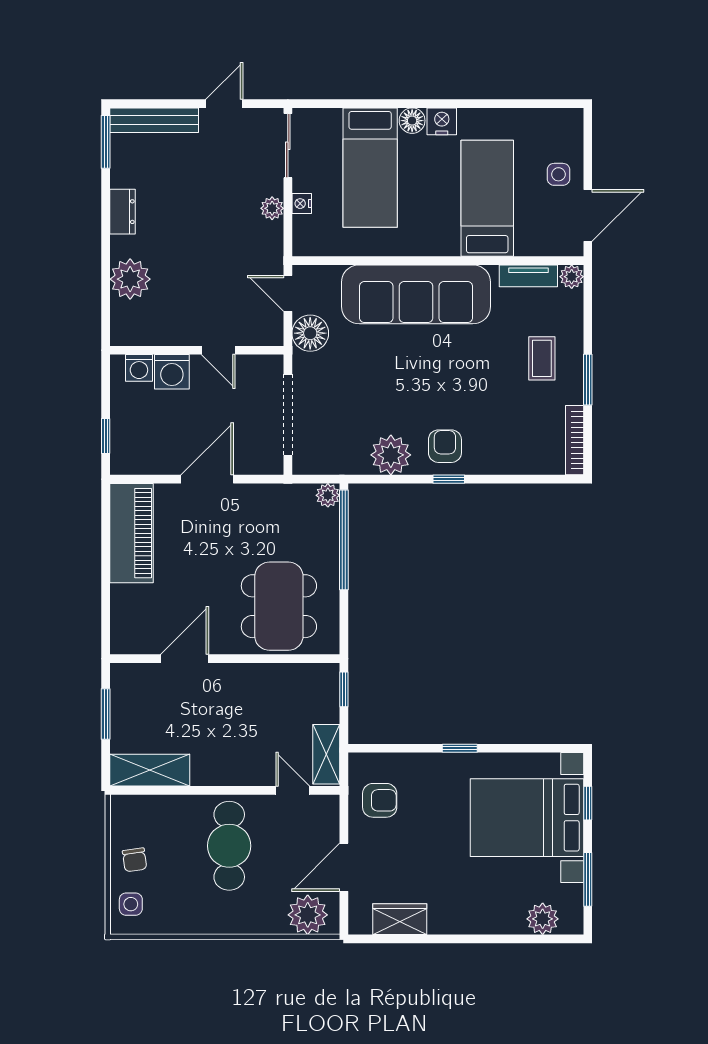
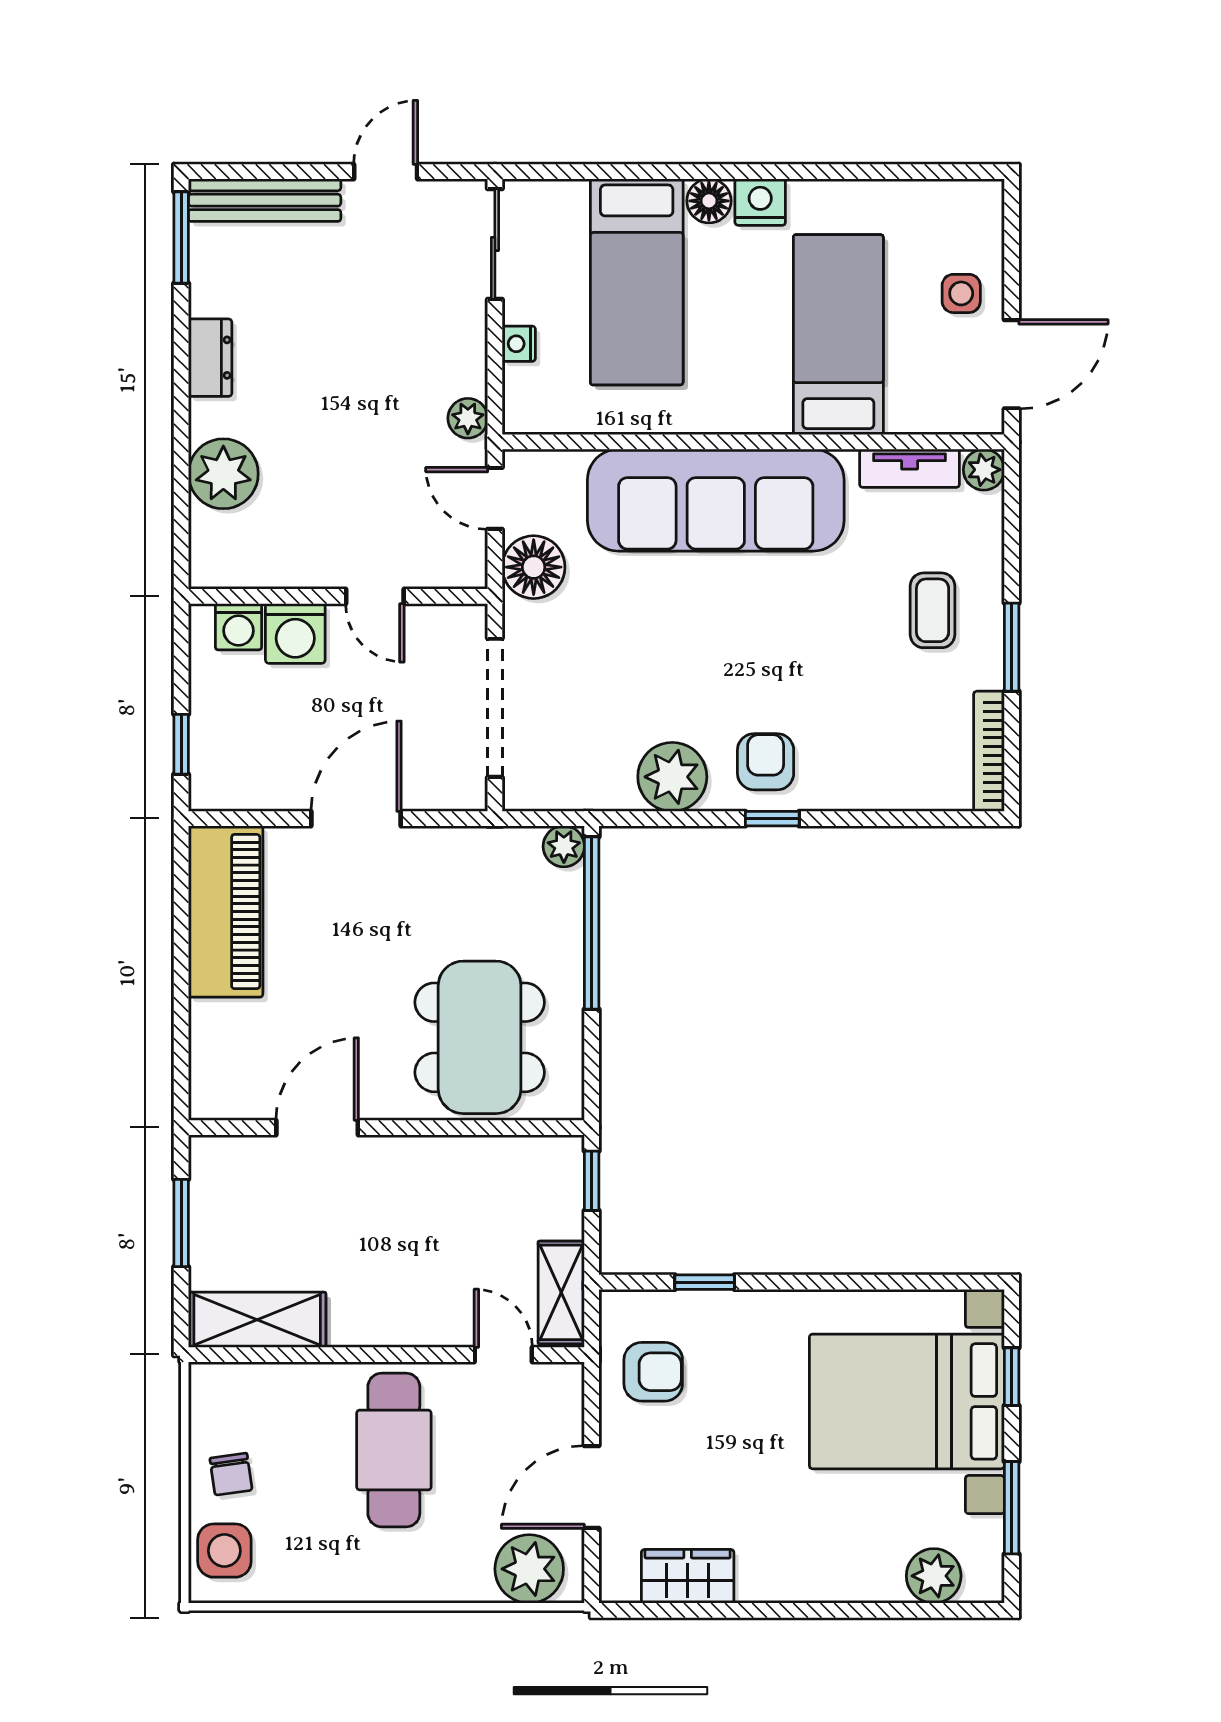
plant: (272, 208) -> (468, 418), moved
window: (460, 748) -> (705, 1282), moved
side table: (131, 904) -> (224, 1551), width x1.37, depth x1.37

